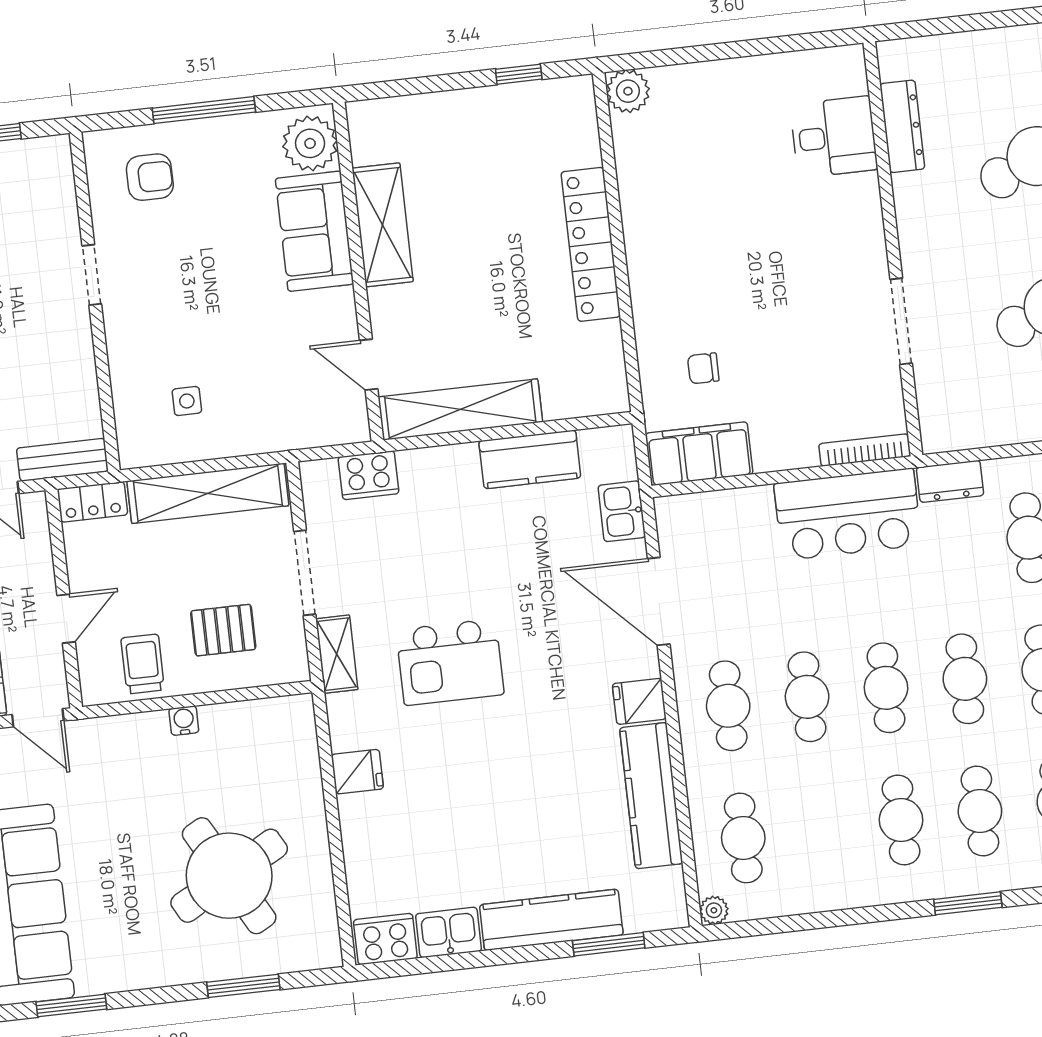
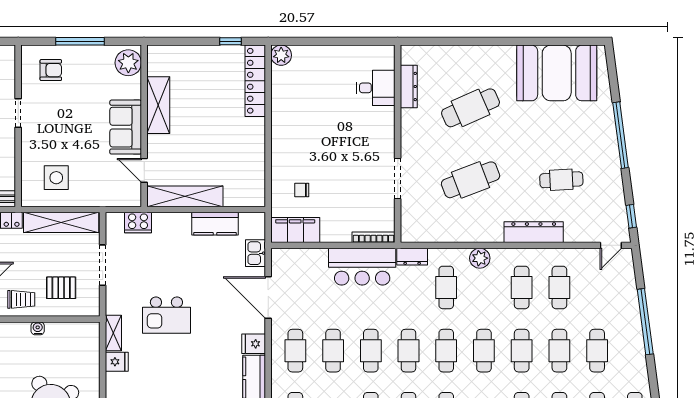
sofa: (315, 231) -> (126, 127), moved
locker: (591, 244) -> (255, 81), moved
side table: (187, 401) -> (56, 178), width x1.87, depth x1.87
shelving: (337, 654) -> (113, 333), moved
trolley: (143, 664) -> (21, 299), turned 90

